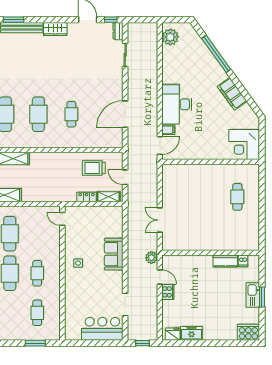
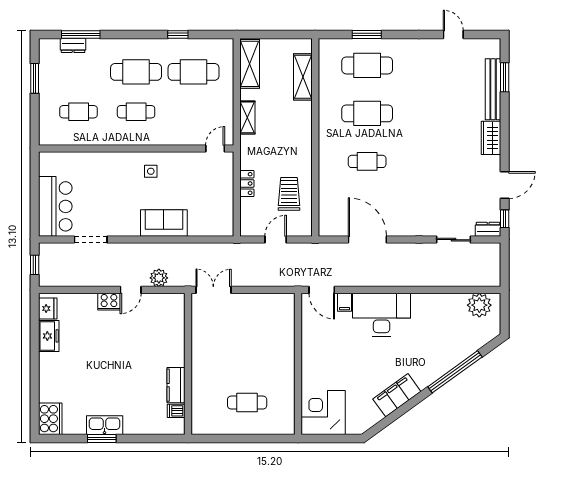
shelving: (108, 197) -> (247, 117), moved
wall: (211, 253) -> (188, 364), moved
kitchen counter: (225, 261) -> (176, 385), moved
dishwasher: (243, 261) -> (176, 411), moved
window: (35, 343) -> (35, 78), moved

